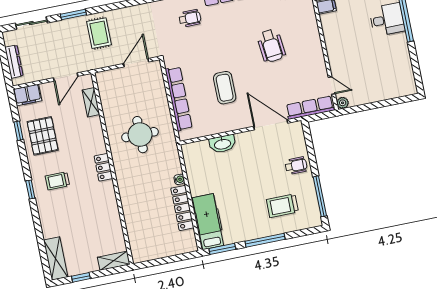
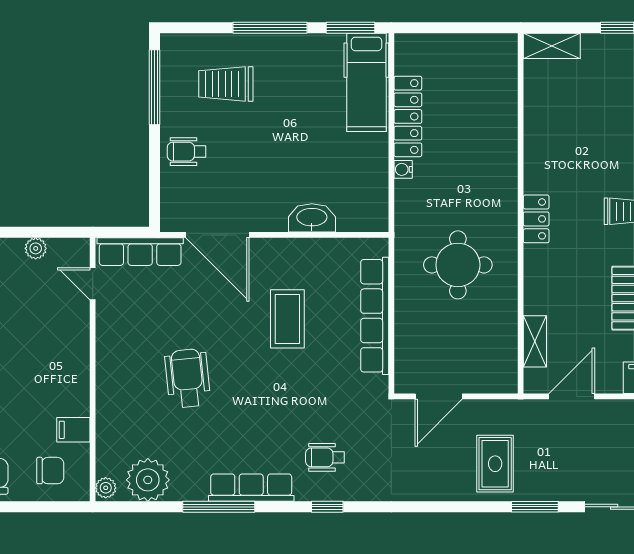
plant: (343, 103) -> (36, 248), moved
trolley: (282, 206) -> (226, 84), turned 180

